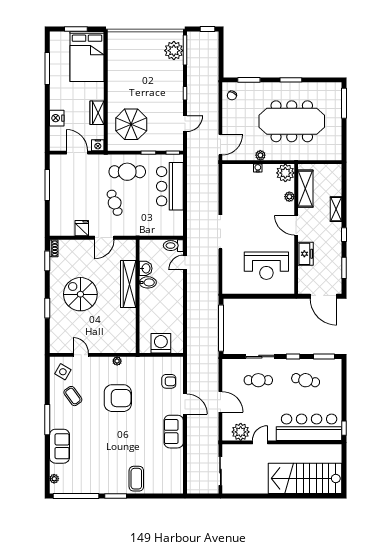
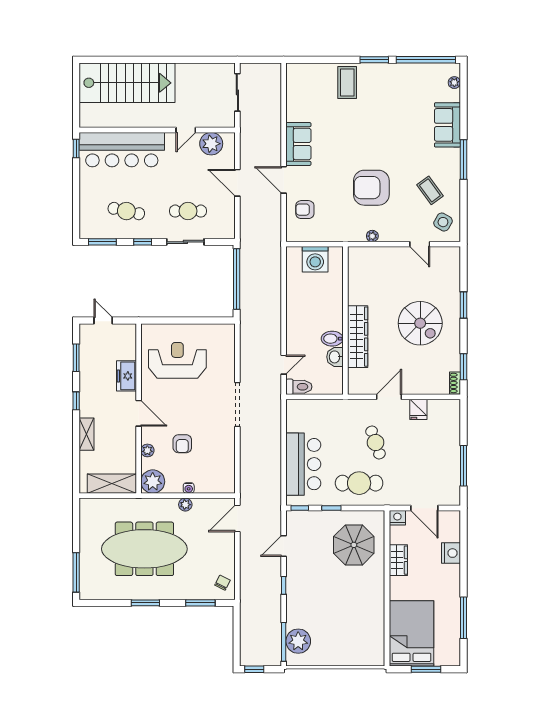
shelving: (305, 189) -> (112, 484), moved, turned 90
armchair: (263, 202) -> (182, 444), added
door: (323, 296) -> (103, 321), width x0.53

